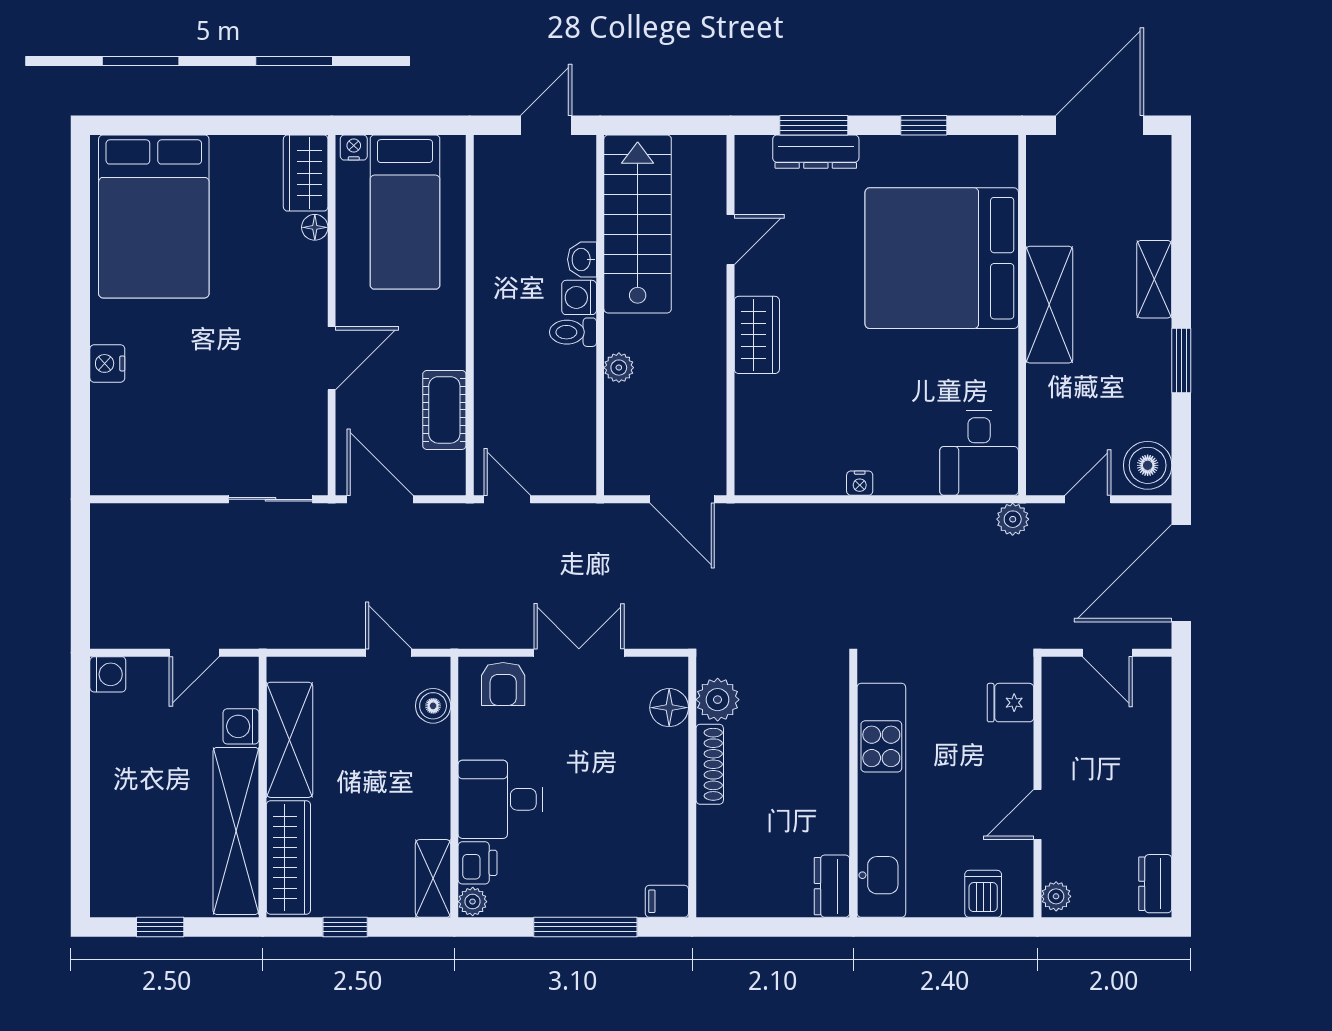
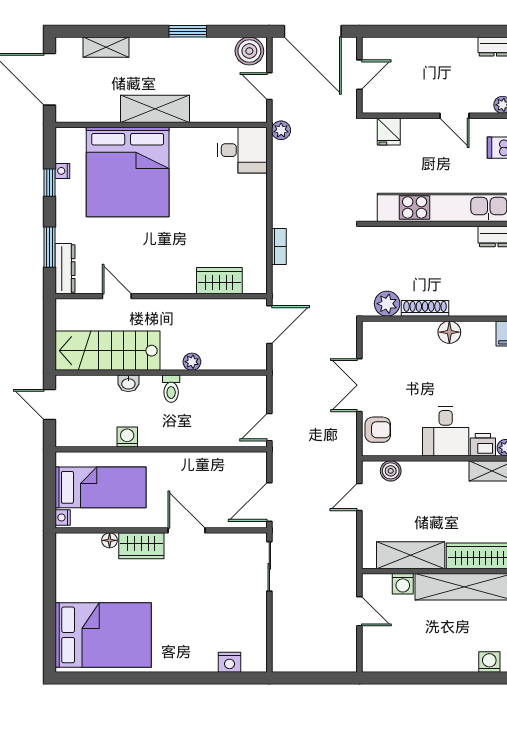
dresser: (816, 152) -> (65, 269), moved
wardrobe: (306, 173) -> (141, 546), moved
shelving: (1154, 279) -> (106, 47), moved
washing machine: (579, 297) -> (127, 437), moved, turned 180
wardrobe: (757, 335) -> (219, 281), moved
nightstand: (107, 363) -> (229, 662), moved
cot: (444, 410) -> (217, 464), removed
nightstand: (860, 483) -> (62, 171), moved, turned 180
bookcase: (815, 515) -> (279, 246), added
washing machine: (108, 674) -> (489, 662), moved
floor lamp: (669, 708) -> (449, 332), moved

